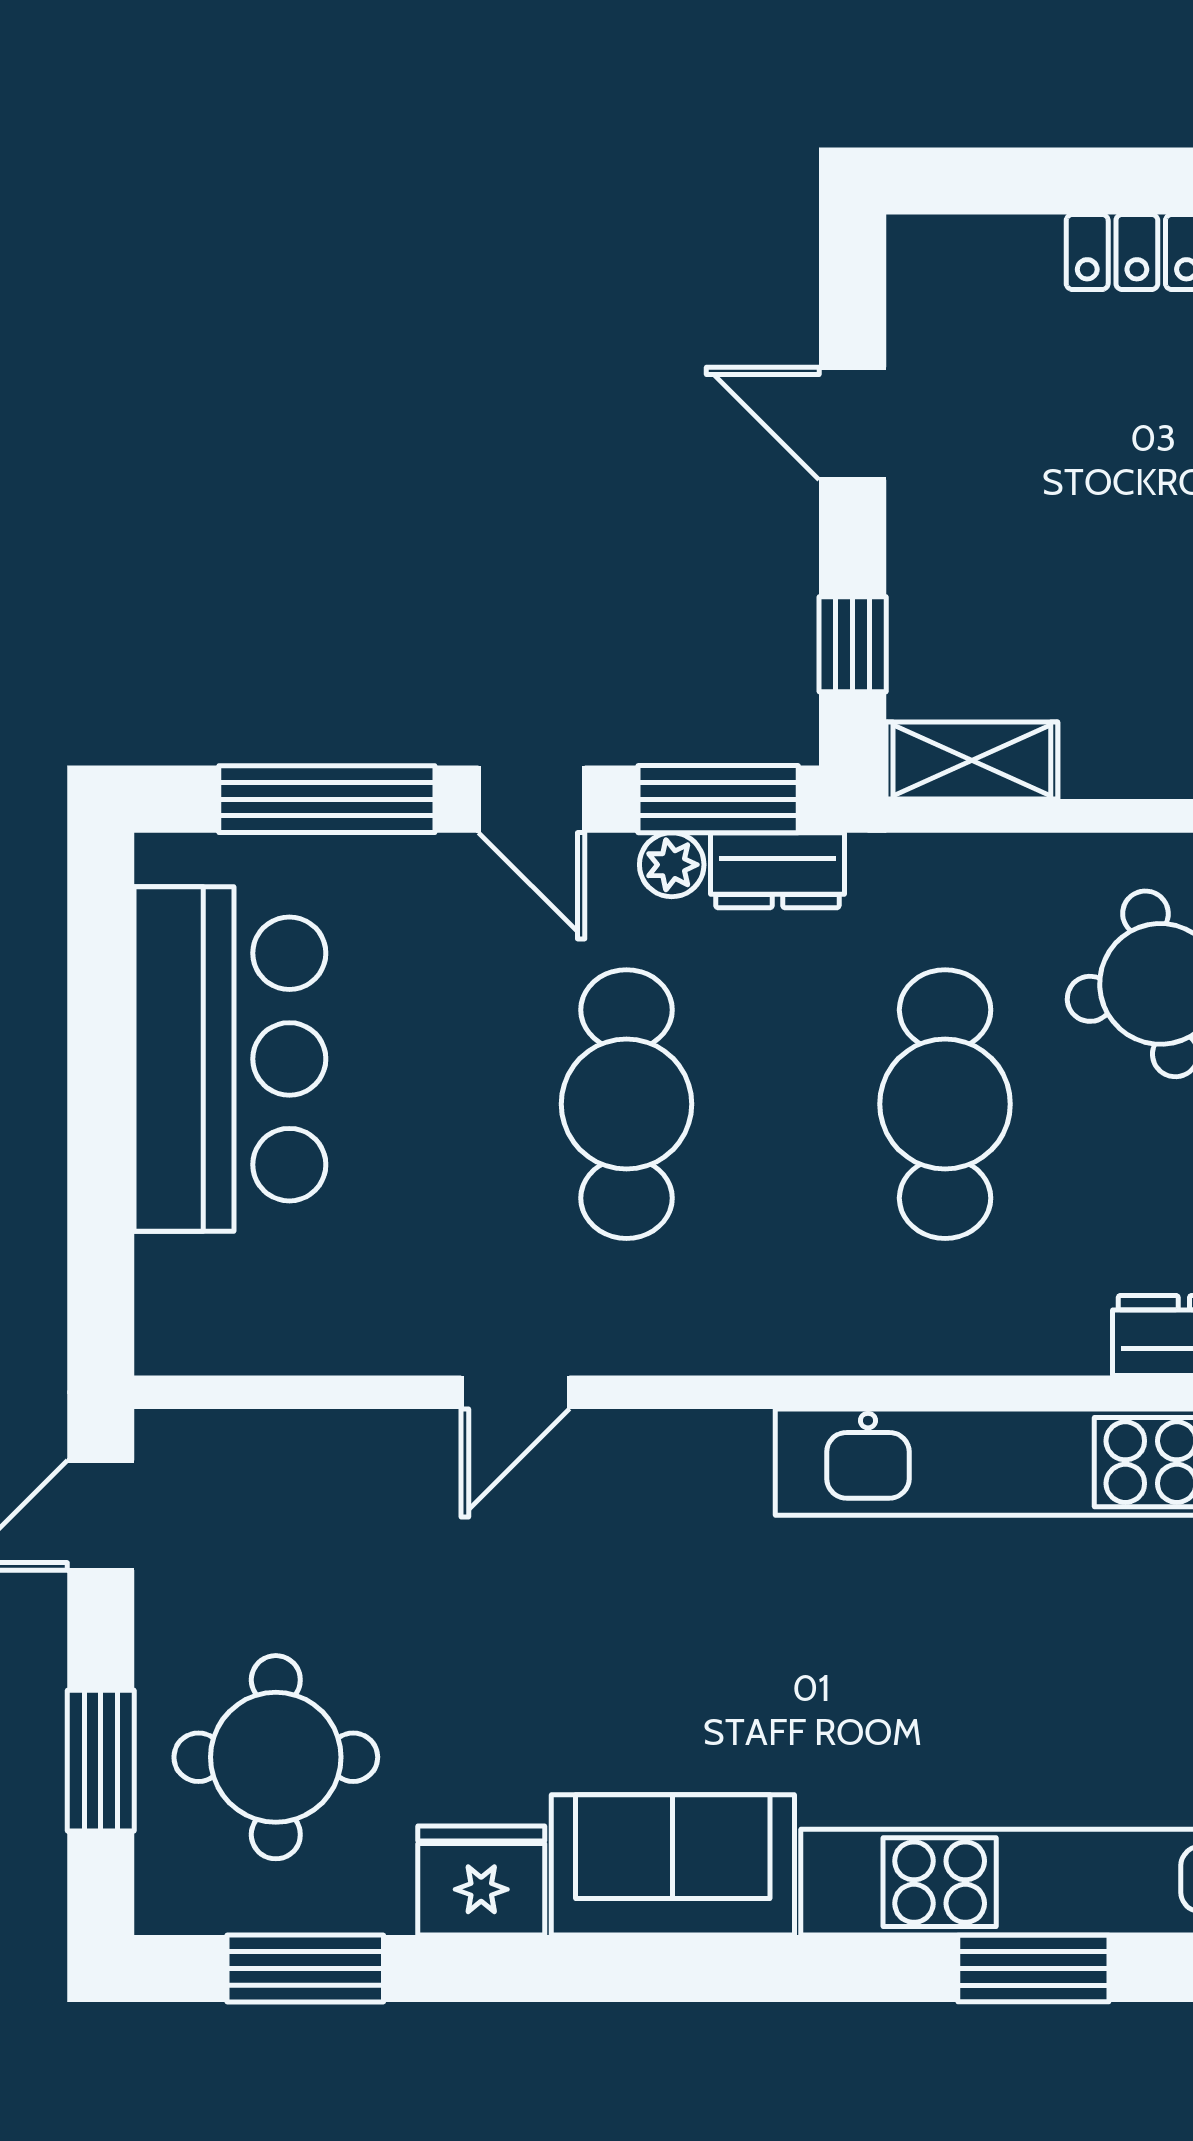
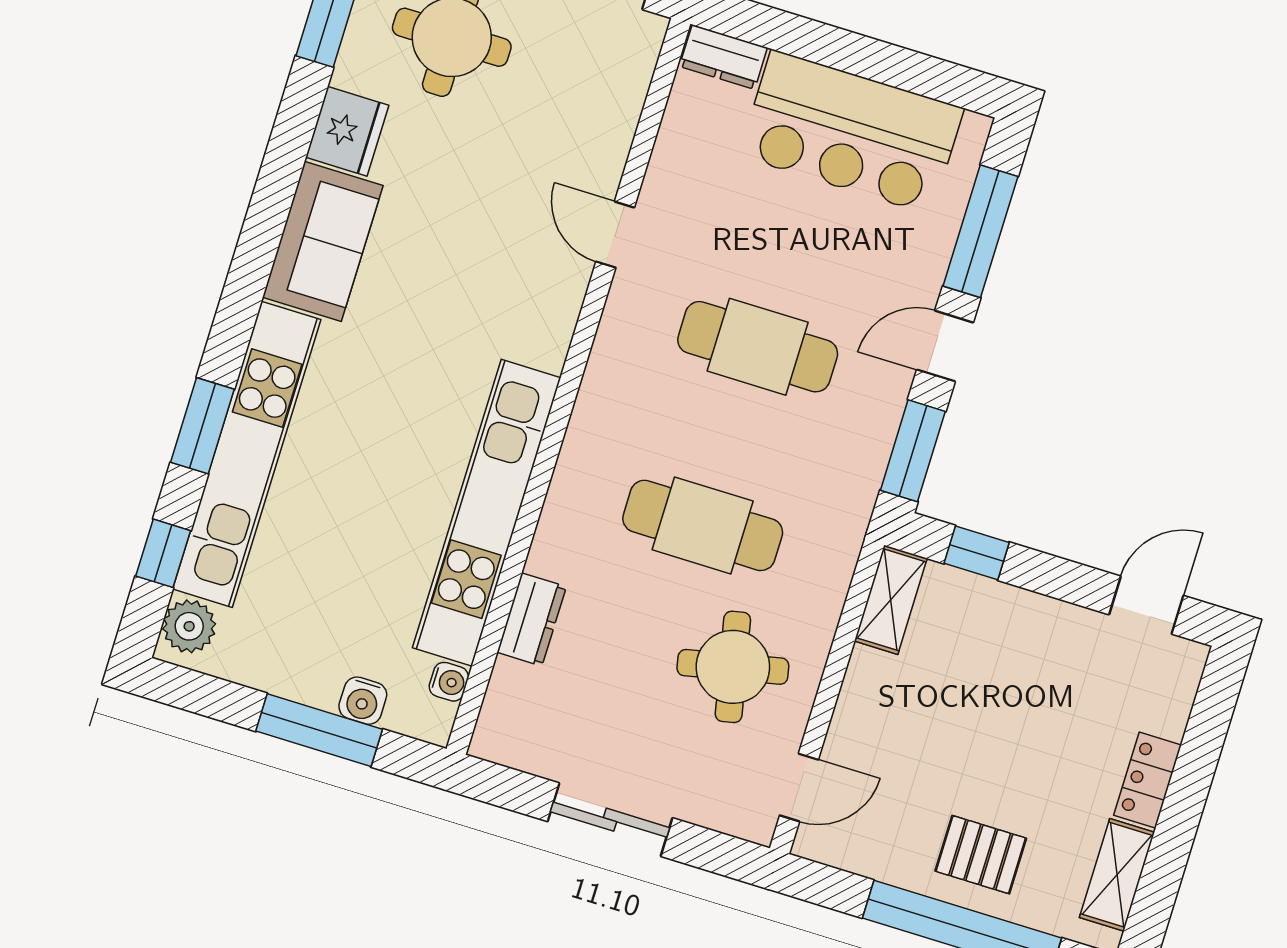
door: (853, 423) -> (1146, 605), moved
plant: (672, 865) -> (884, 413), removed
dresser: (777, 870) -> (723, 57), moved, turned -90

